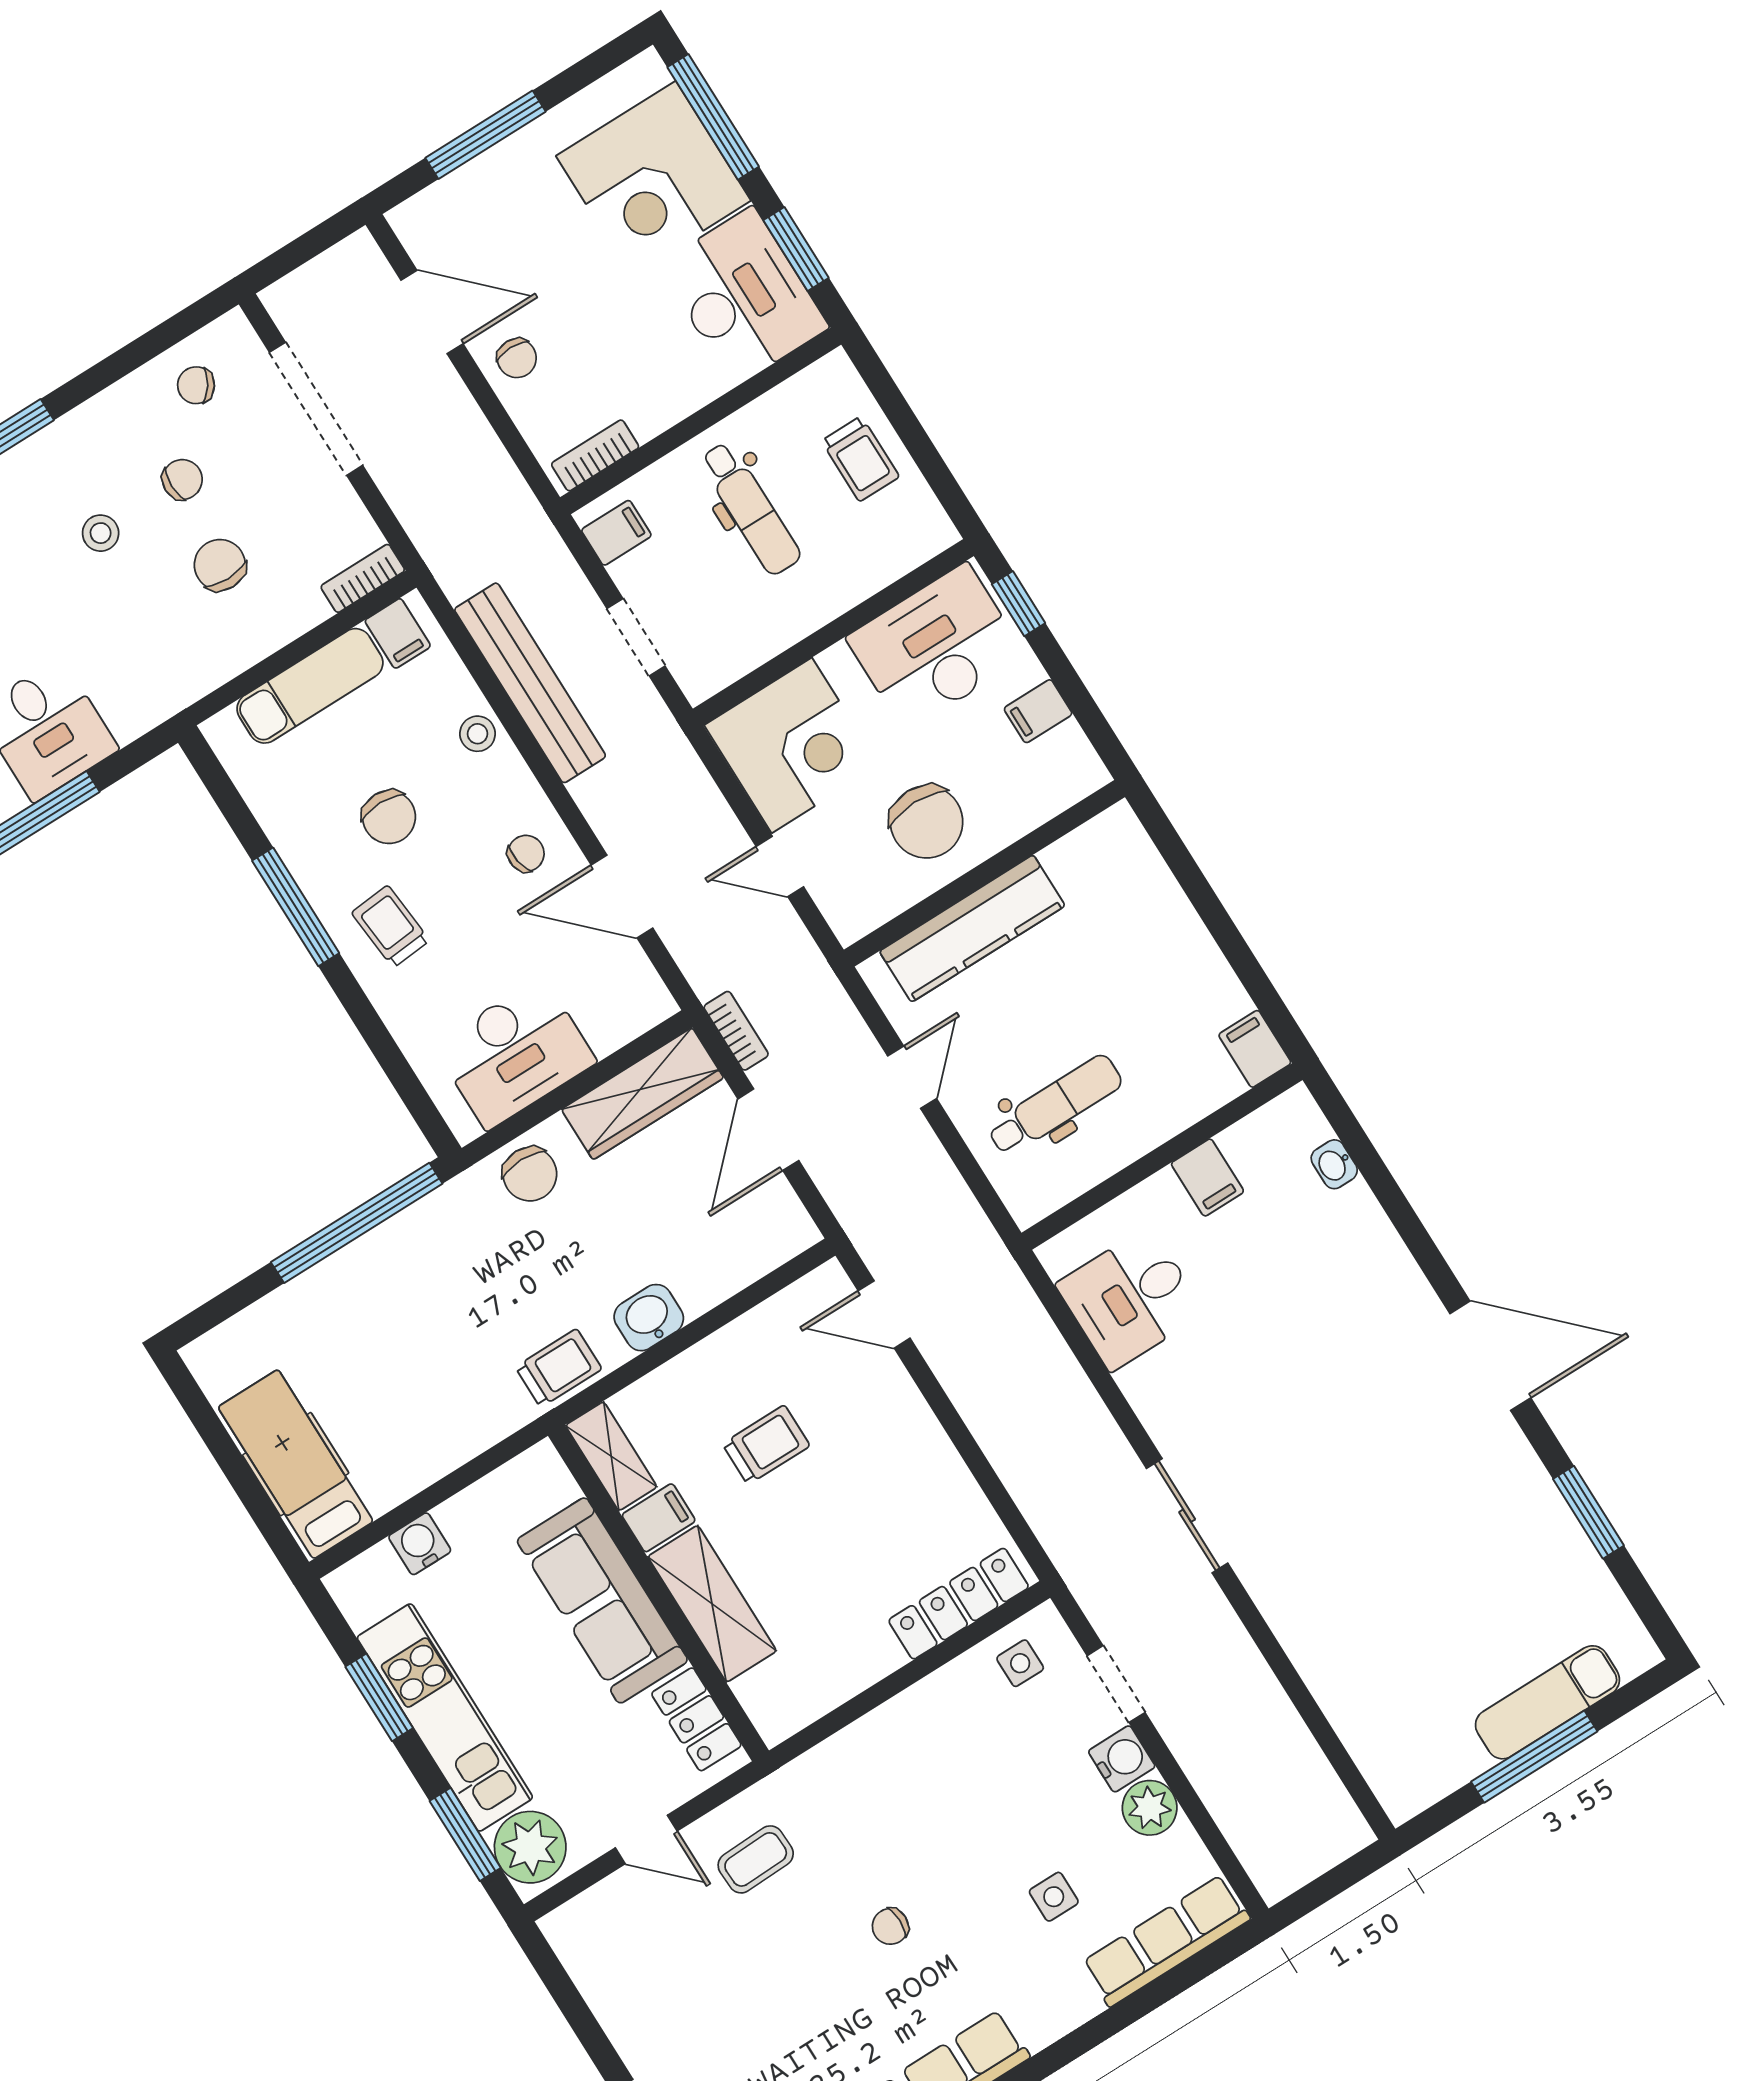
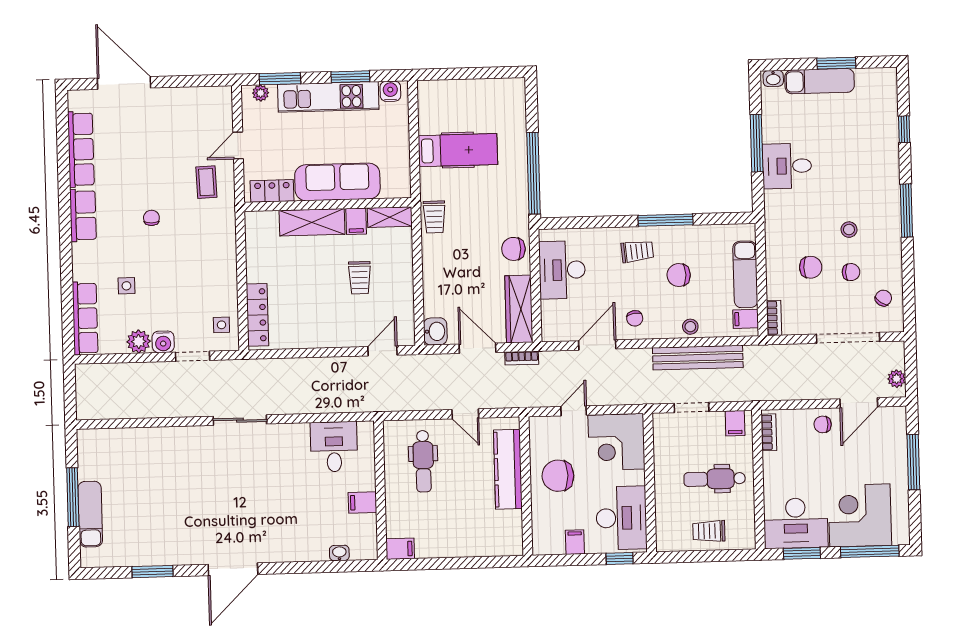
plant: (340, 265) -> (897, 379), added
chair: (182, 480) -> (851, 272), turned -90
washbasin: (649, 1318) -> (435, 331), moved
hospital bed: (296, 1464) -> (458, 150), moved
water cooler: (420, 1544) -> (390, 91), moved, turned -90
plant: (530, 1847) -> (261, 93), width x0.53, depth x0.53

